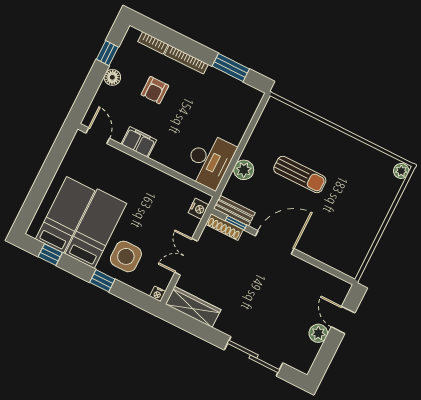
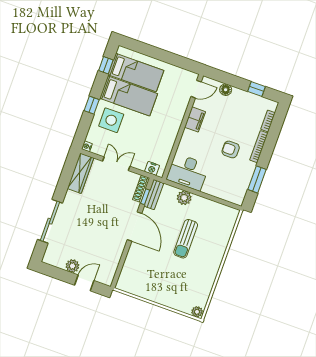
floor lamp: (112, 77) -> (226, 90), moved
armchair: (155, 90) -> (231, 149), moved

